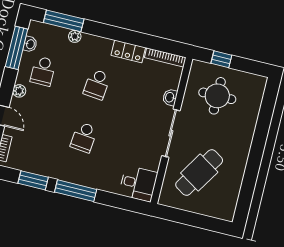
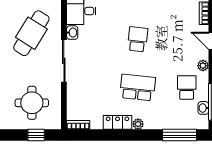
plant: (75, 36) -> (138, 124), moved
bookcase: (165, 57) -> (78, 125), width x0.64
school desk: (97, 84) -> (138, 88), width x1.85
washbasin: (170, 97) -> (72, 33), moved

